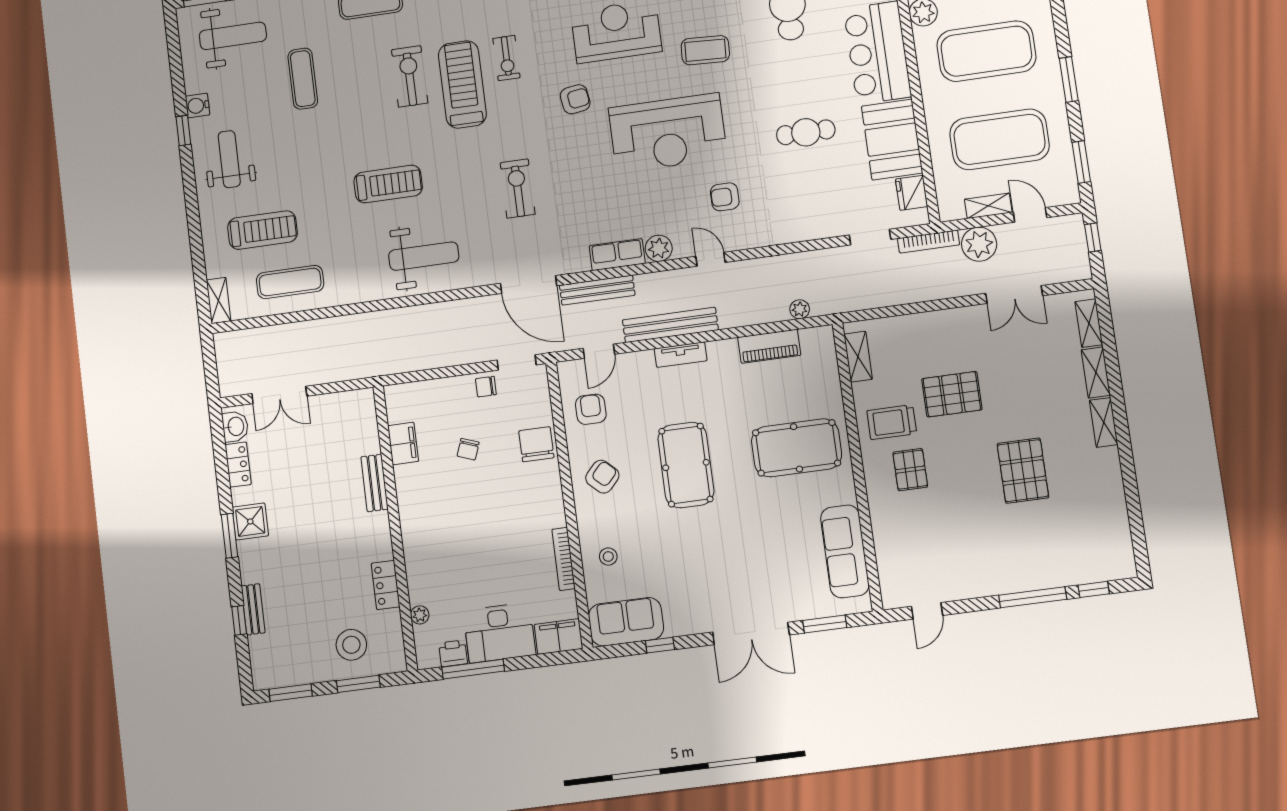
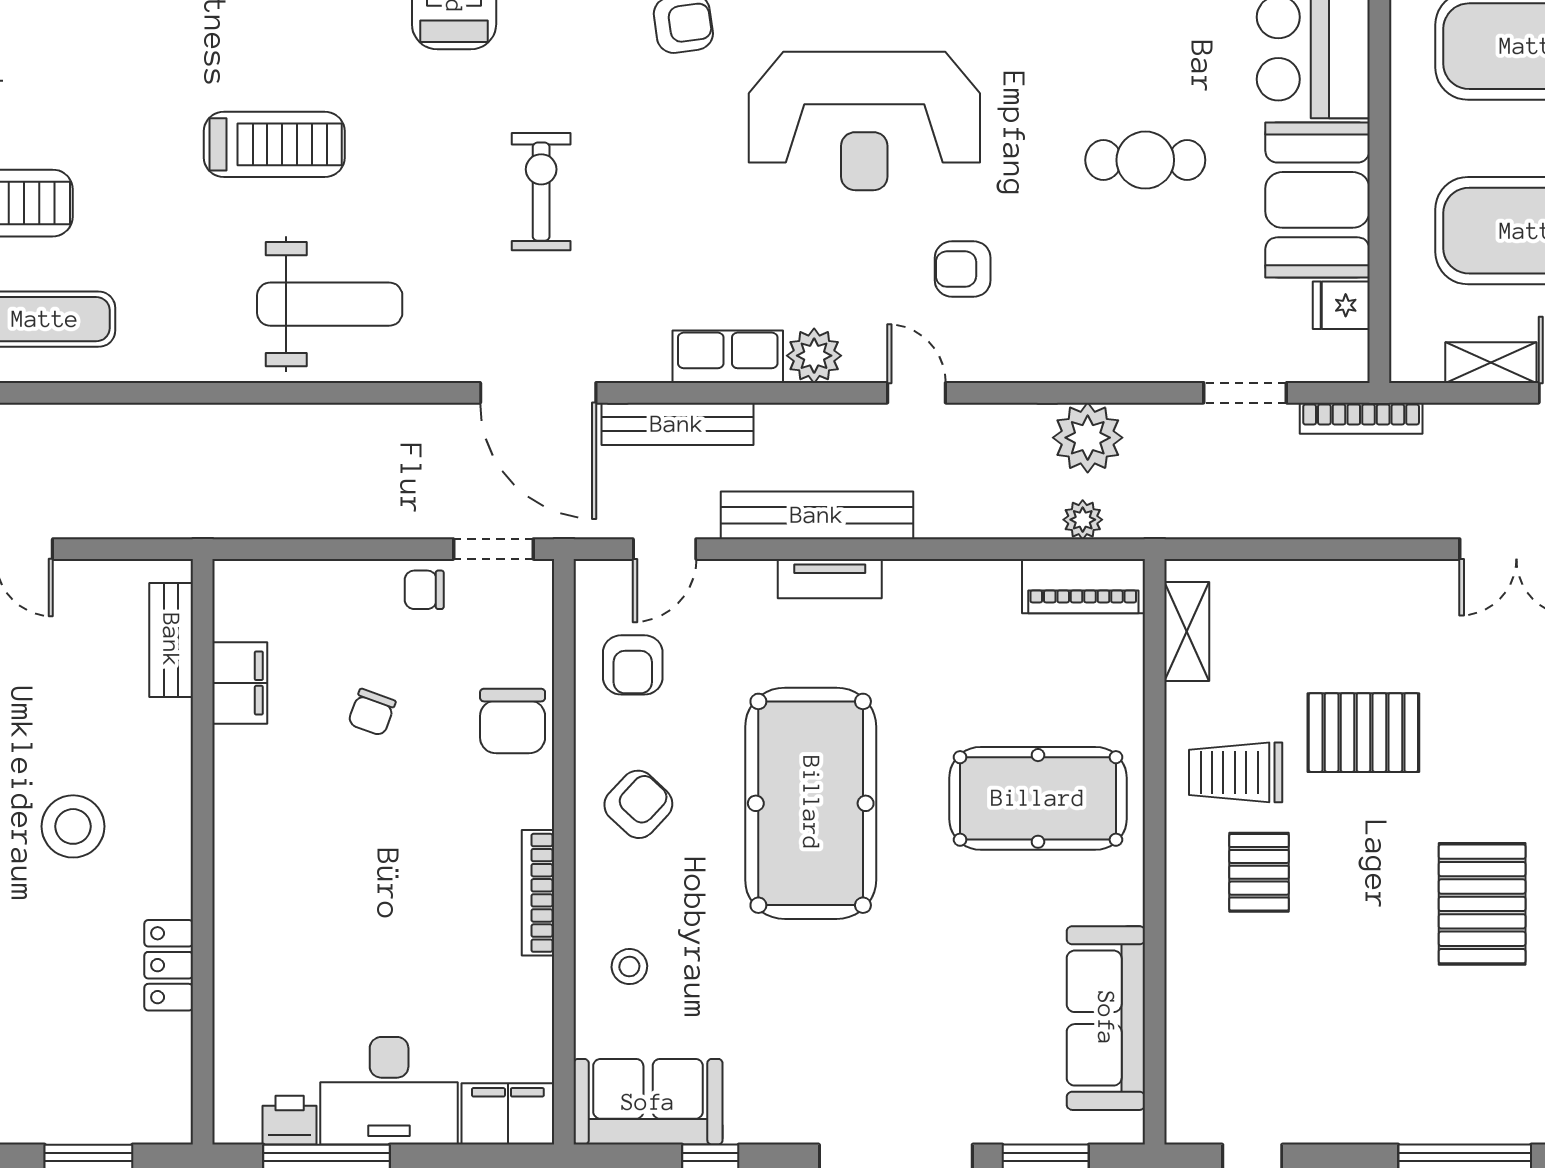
fridge: (912, 193) -> (1341, 305), width x0.72
plant: (979, 244) -> (1088, 438), moved
piano: (769, 346) -> (1083, 586), moved
armchair: (591, 409) -> (633, 665), turned 180
chair: (536, 444) -> (513, 721), turned 180
pool table: (686, 465) -> (811, 803), width x1.36, depth x1.32
bench: (375, 483) -> (171, 640), moved
bookcase: (564, 559) -> (538, 893), moved
plant: (420, 615) -> (231, 1034), removed
stool: (351, 645) -> (73, 826), moved

